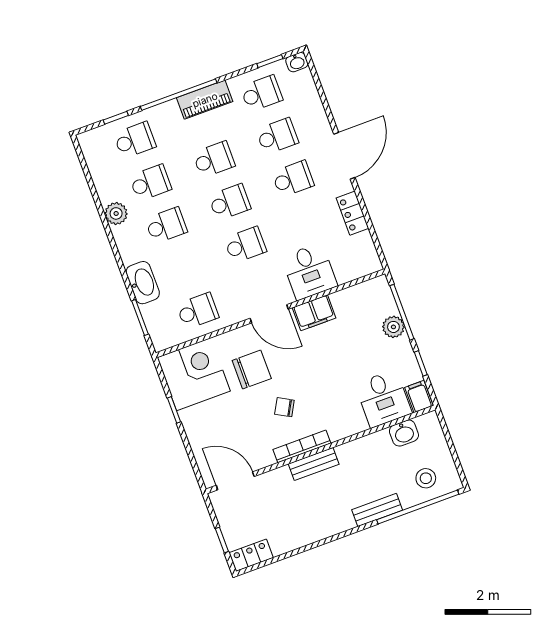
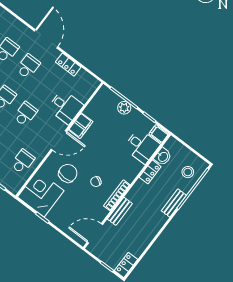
locker: (372, 443) -> (150, 172), added
bench: (314, 464) -> (120, 211), moved

